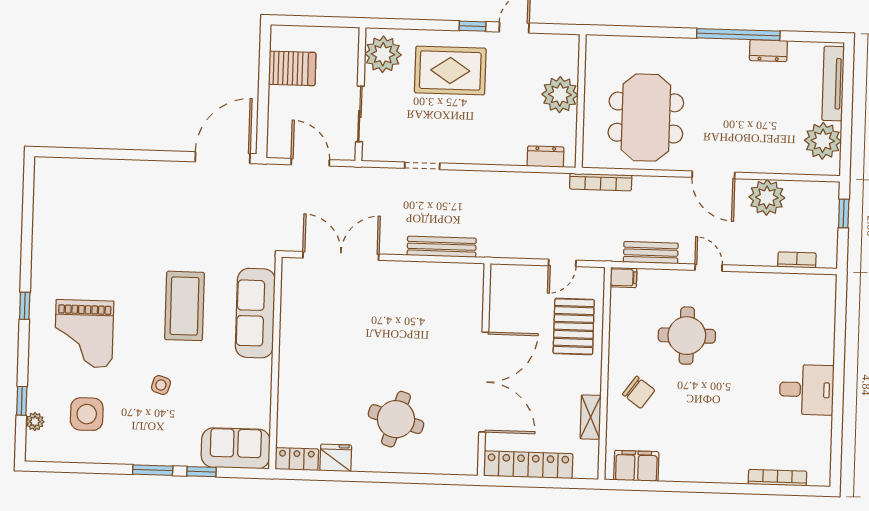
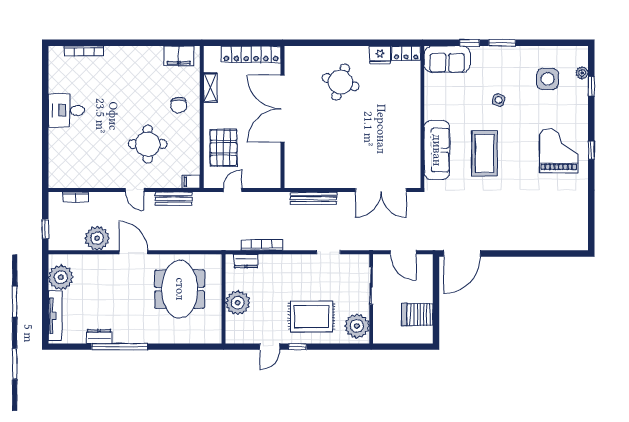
bookcase: (601, 182) -> (262, 245), moved
grand piano: (84, 334) -> (559, 151), moved
chair: (639, 392) -> (179, 105), turned -126

